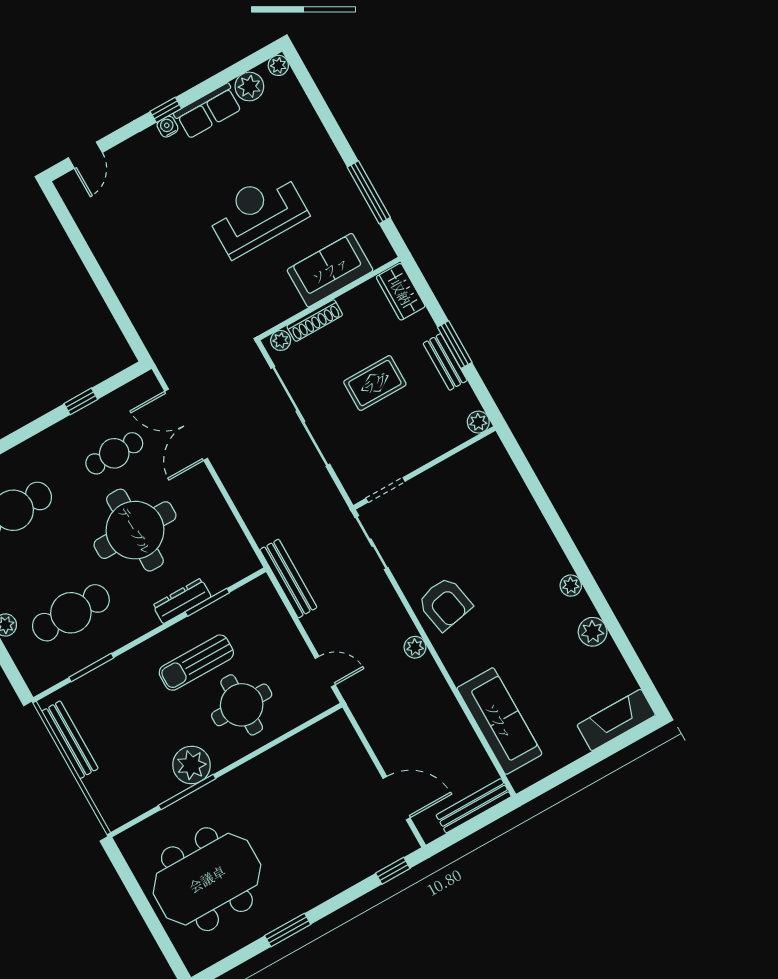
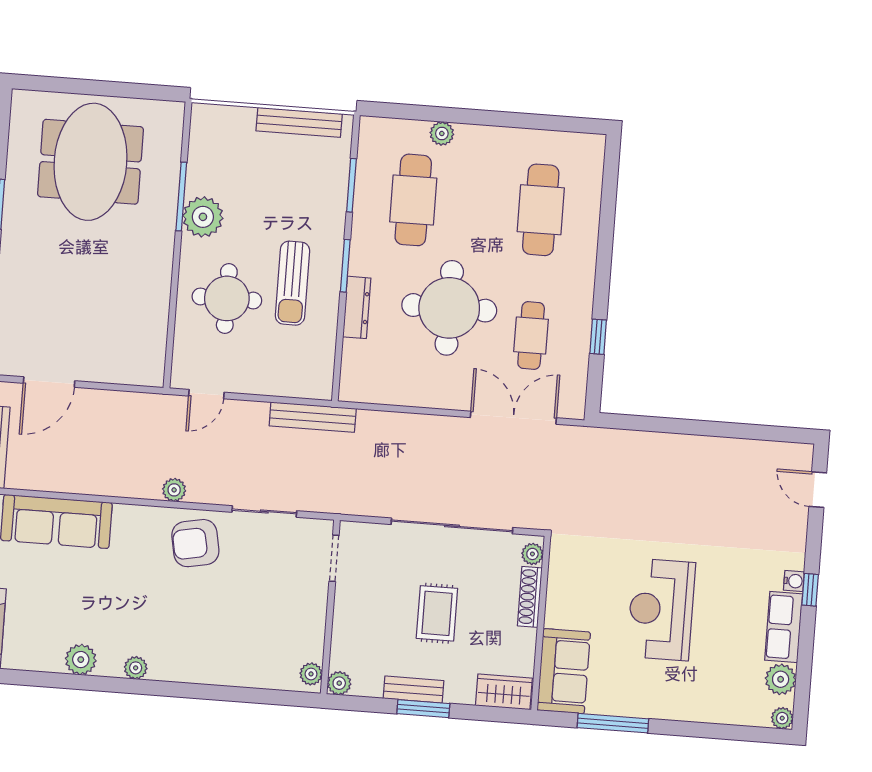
reception desk: (257, 214) -> (661, 609), turned 180
sofa: (330, 270) -> (564, 671), moved
plant: (486, 448) -> (311, 674), added
sliding door: (371, 543) -> (264, 511), moved
window: (207, 602) -> (345, 266), moved
sun lounger: (196, 663) -> (292, 283), turned 180

